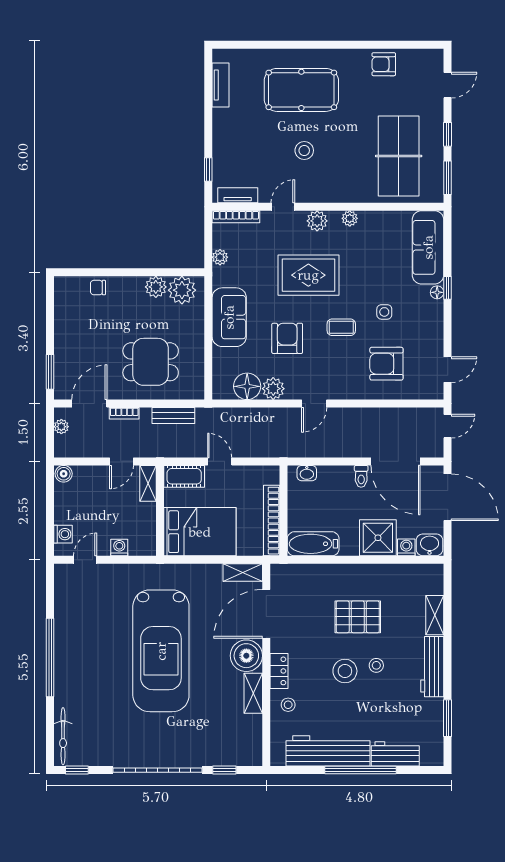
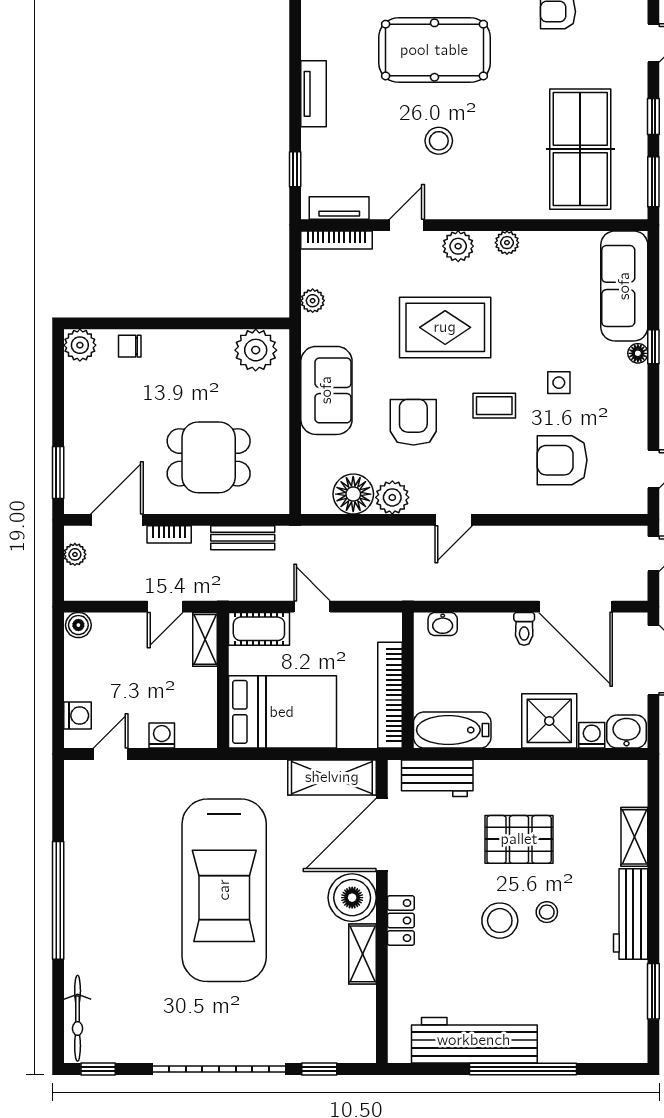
tv unit: (221, 85) -> (313, 94), moved
plant: (156, 287) -> (80, 345), moved
shelving: (243, 572) -> (332, 777), width x1.50, depth x1.33
stool: (288, 705) -> (415, 971), removed
workbench: (395, 754) -> (437, 778), moved, turned 180

